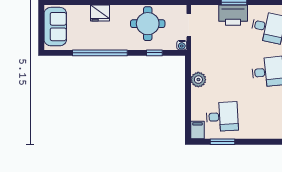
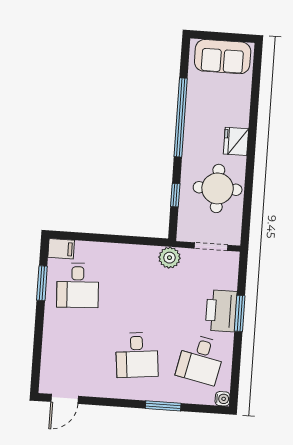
fridge: (100, 13) -> (236, 141), moved
water cooler: (182, 45) -> (183, 235), removed
plant: (198, 80) -> (169, 258), moved

